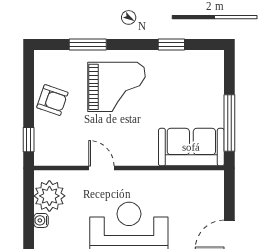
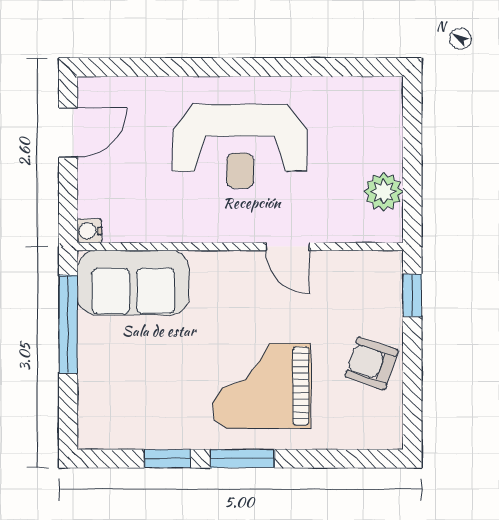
window: (88, 45) -> (242, 459), moved
plant: (49, 196) -> (384, 192), width x0.73, depth x0.73
water cooler: (41, 220) -> (89, 231), moved, turned 180

